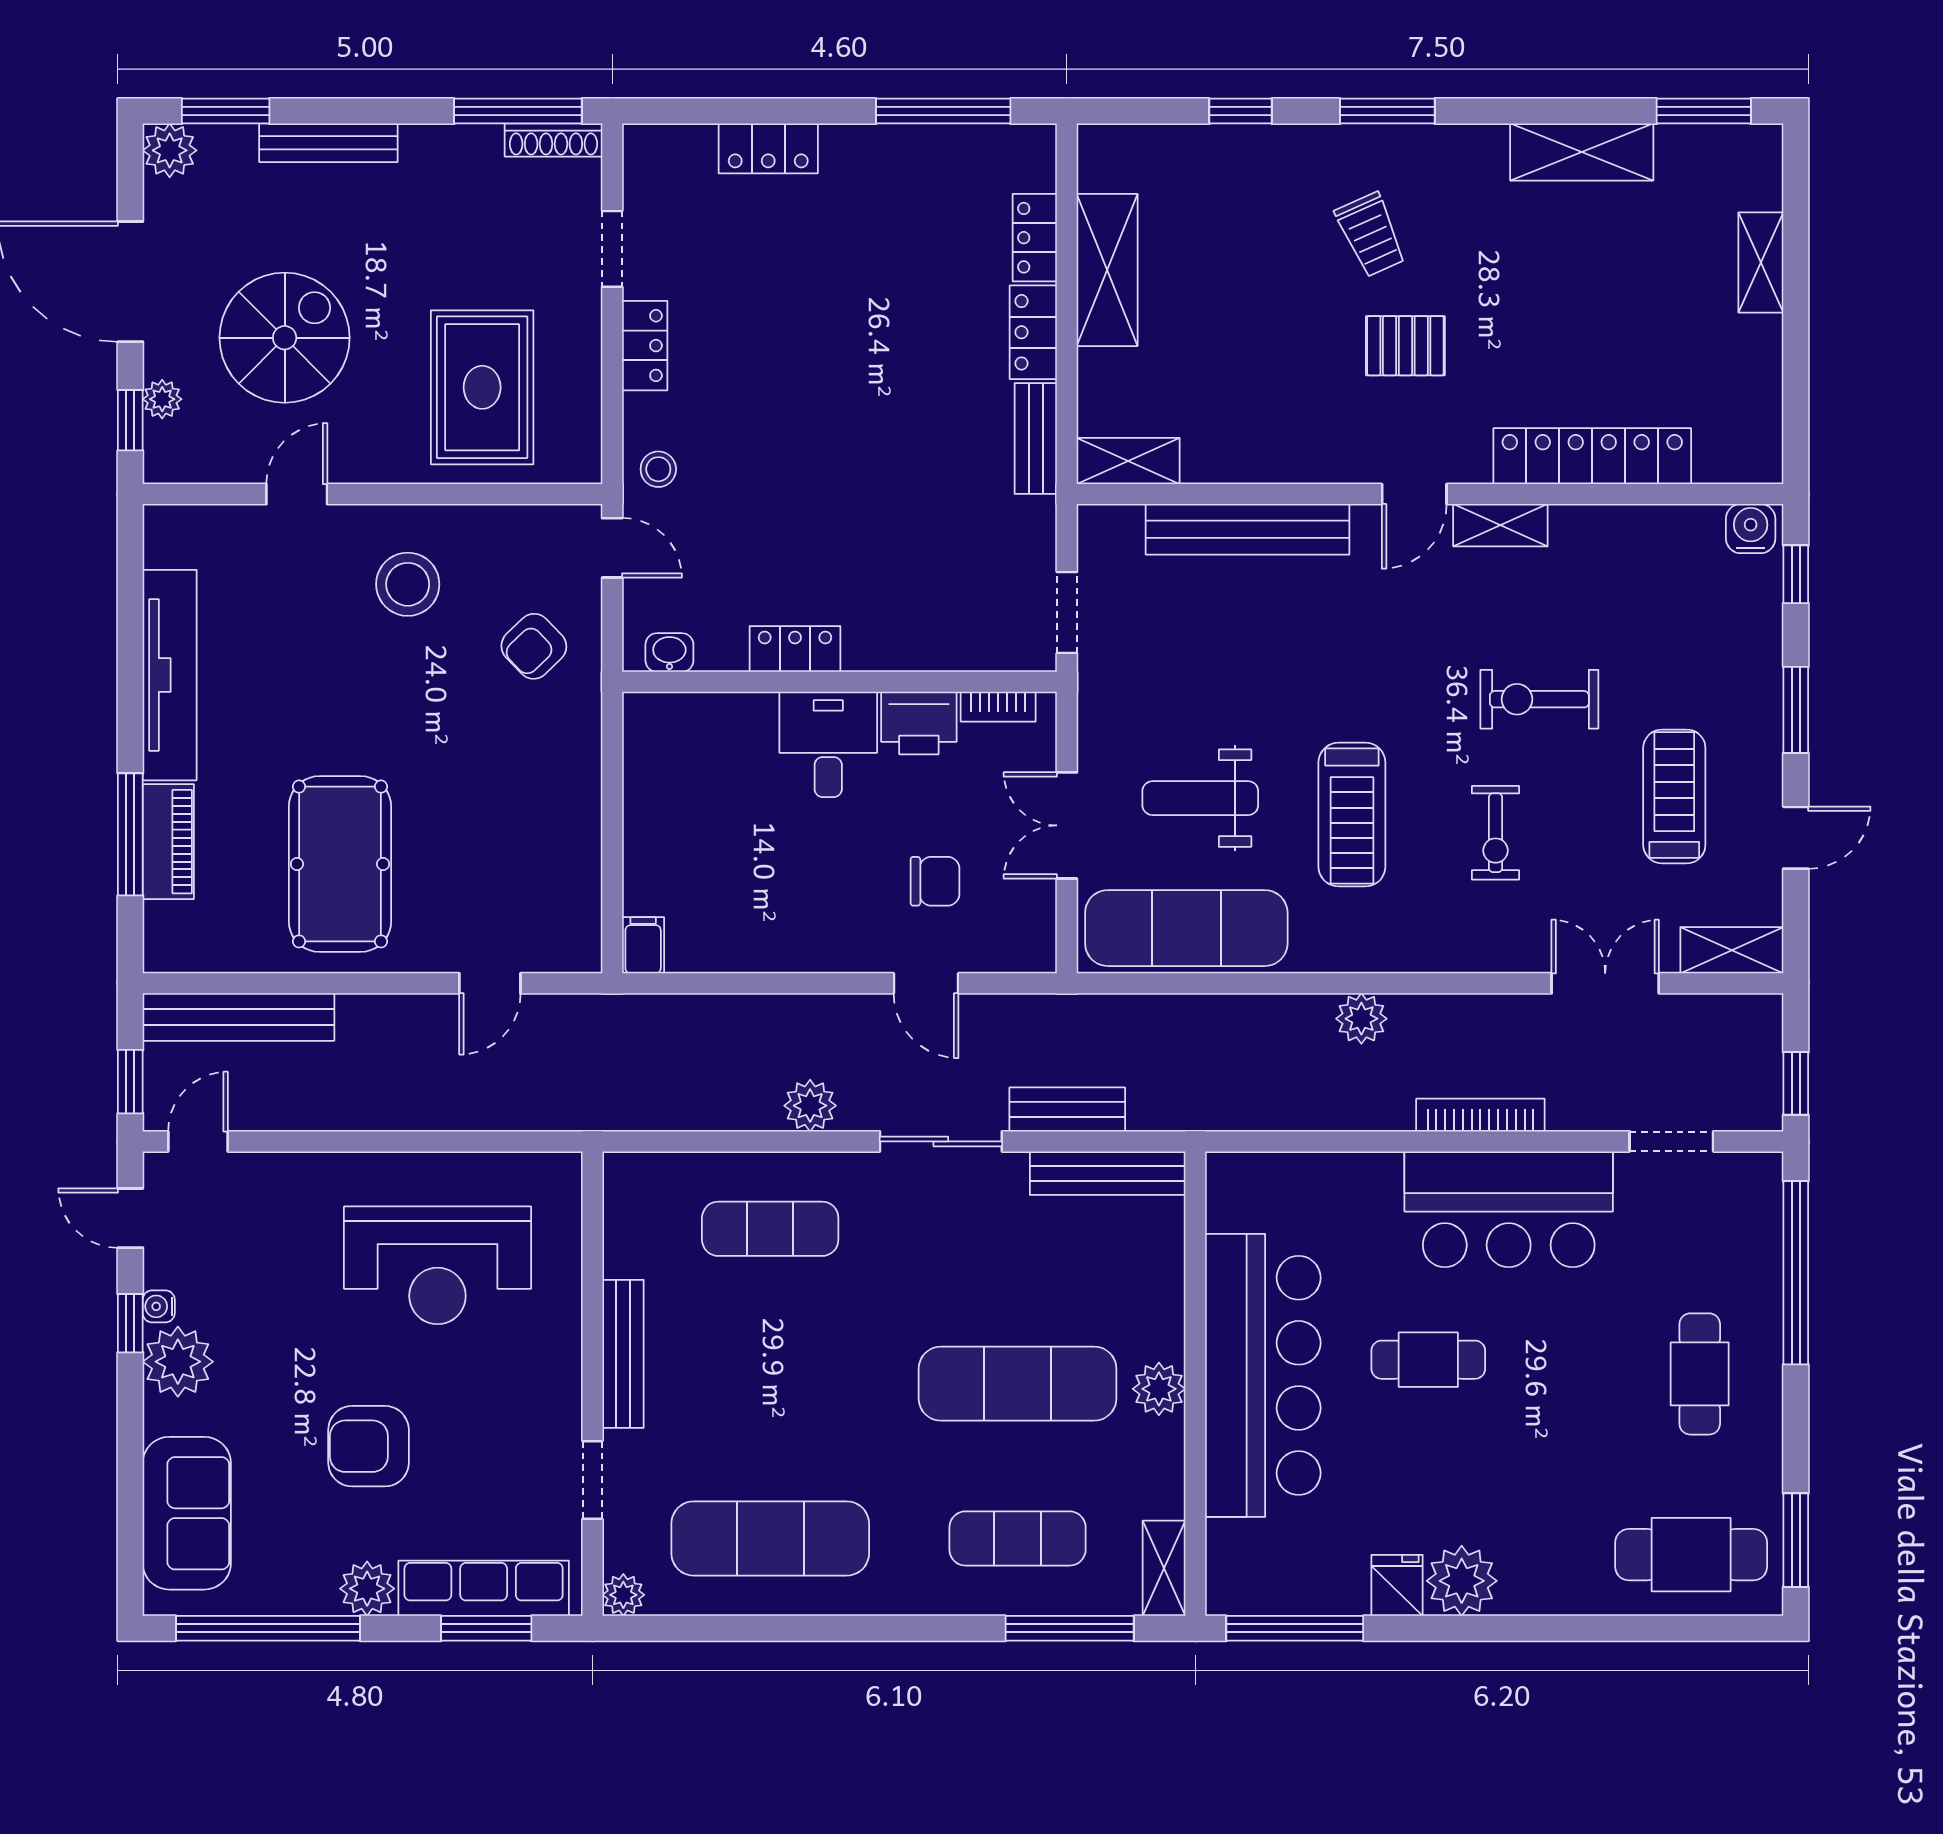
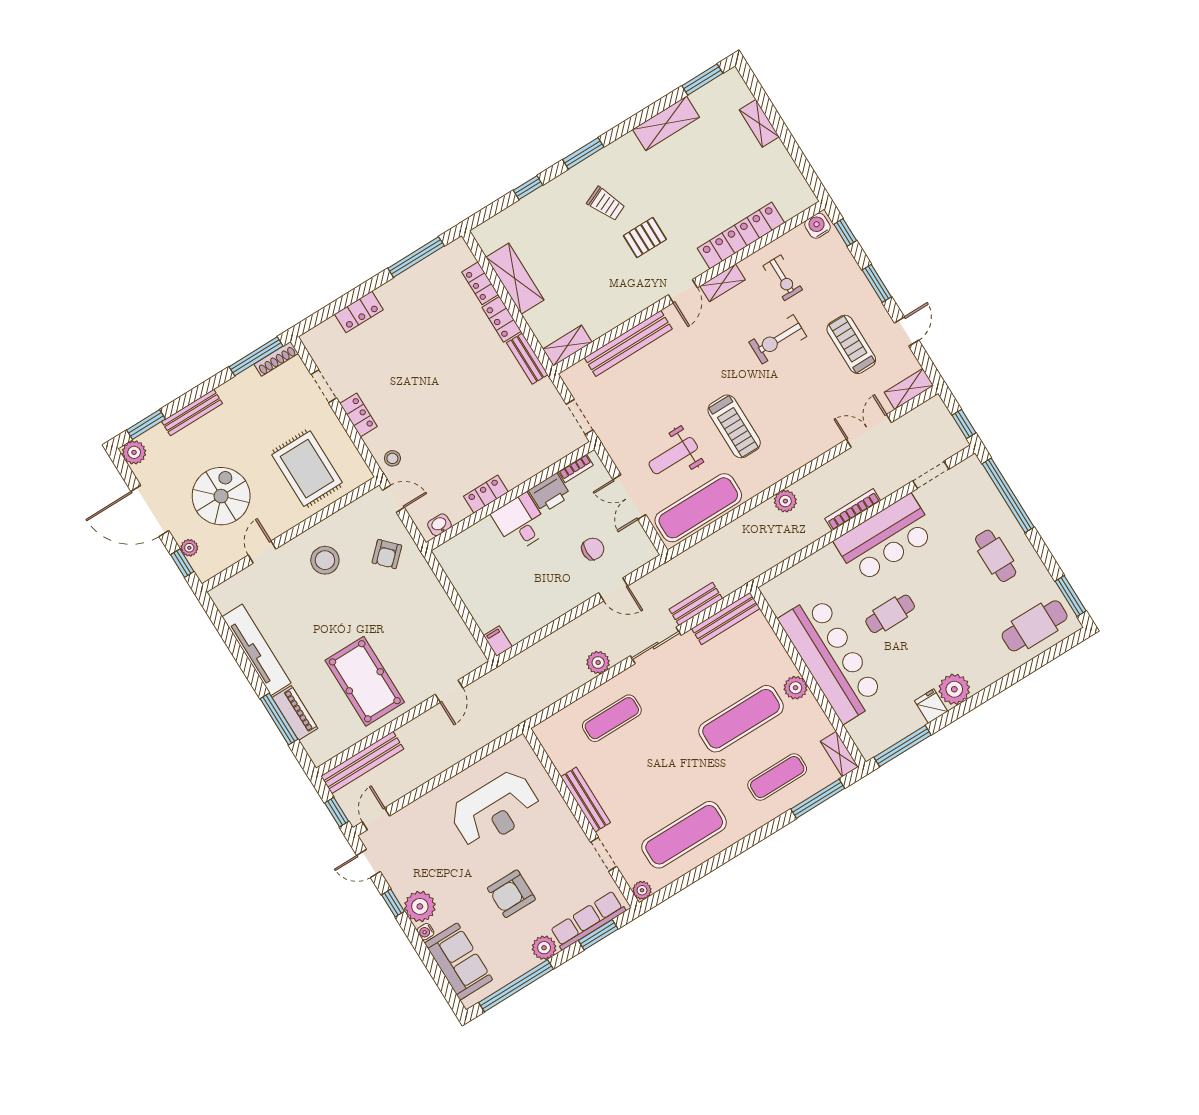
exercise bike: (1496, 833) -> (783, 278), moved
water cooler: (159, 1306) -> (426, 932), moved

